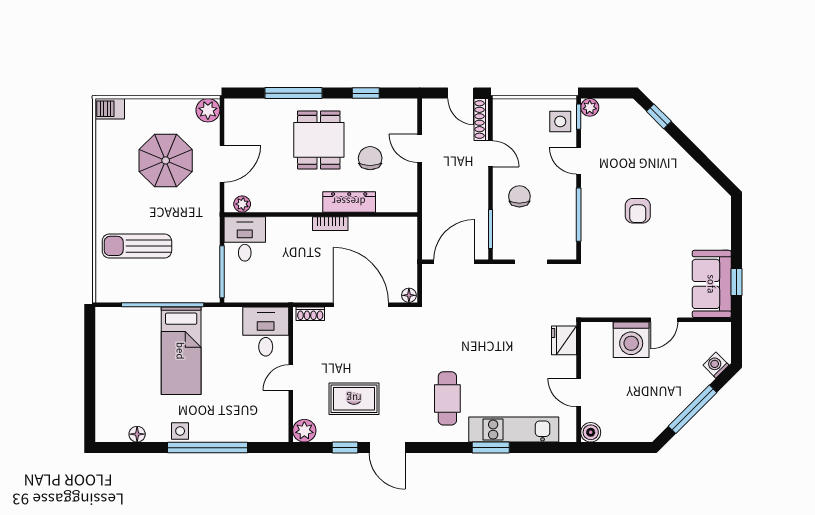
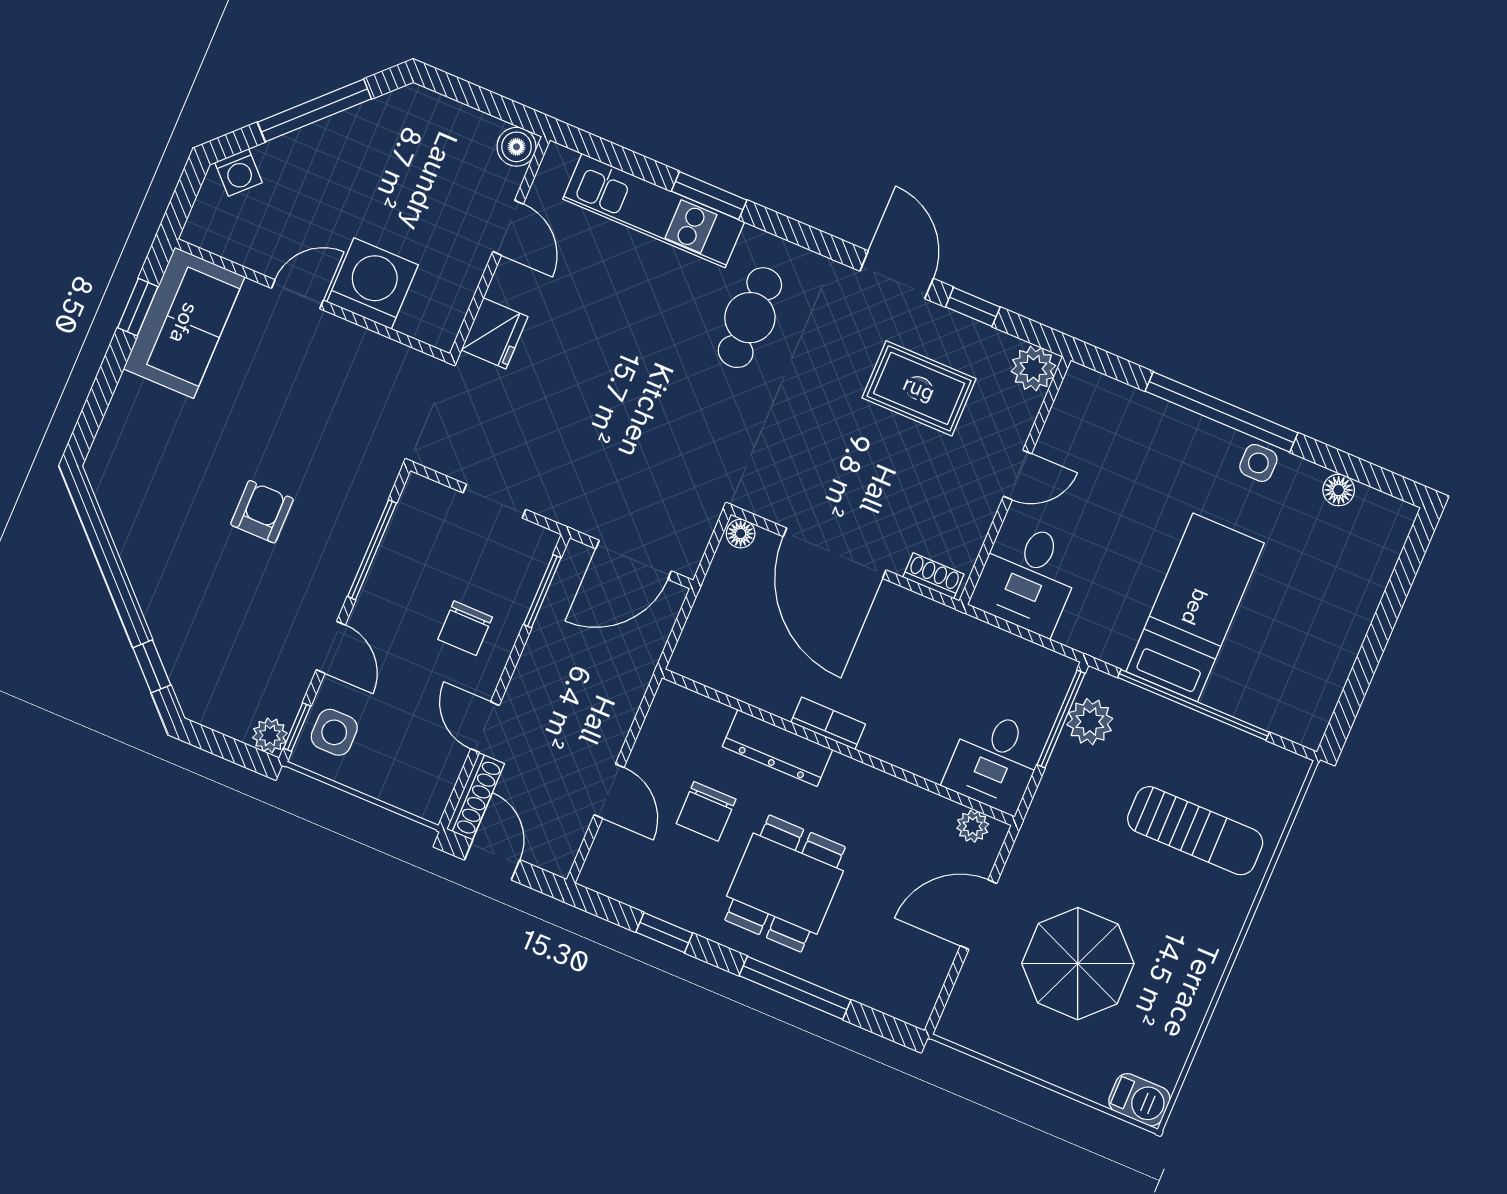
plant: (208, 110) -> (1090, 722), moved

